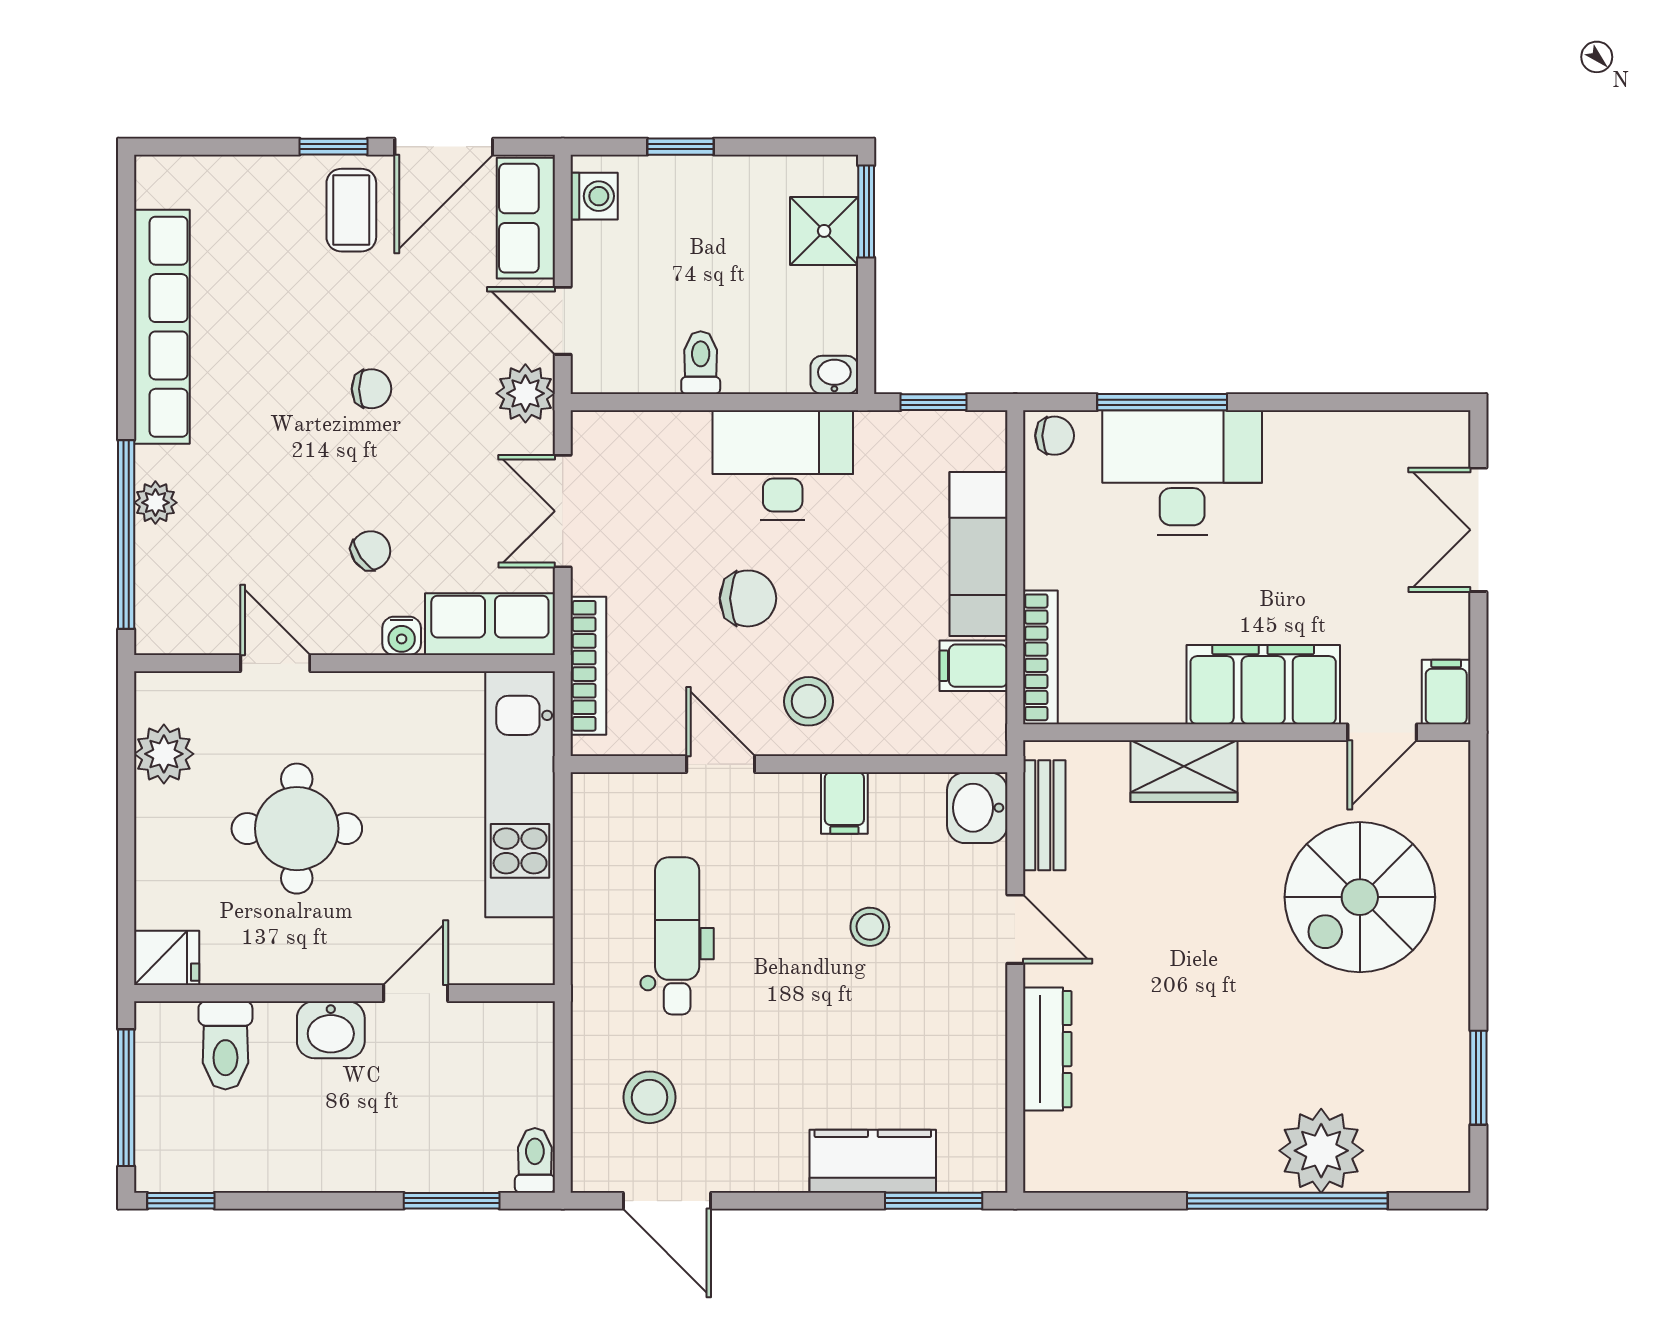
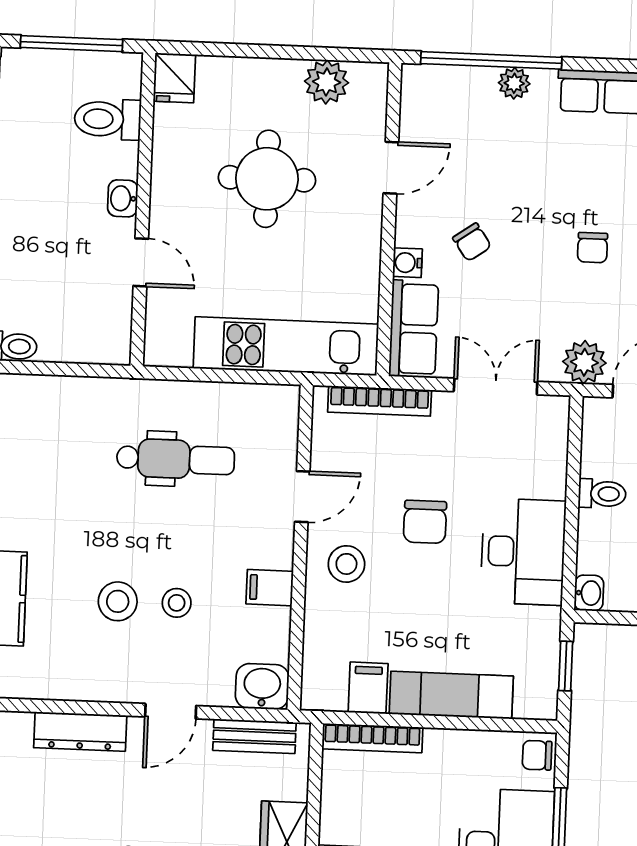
chair: (1055, 436) -> (537, 755), turned 90
washbasin: (331, 1030) -> (123, 198), width x0.72, depth x0.69
stool: (650, 1097) -> (118, 601), moved

